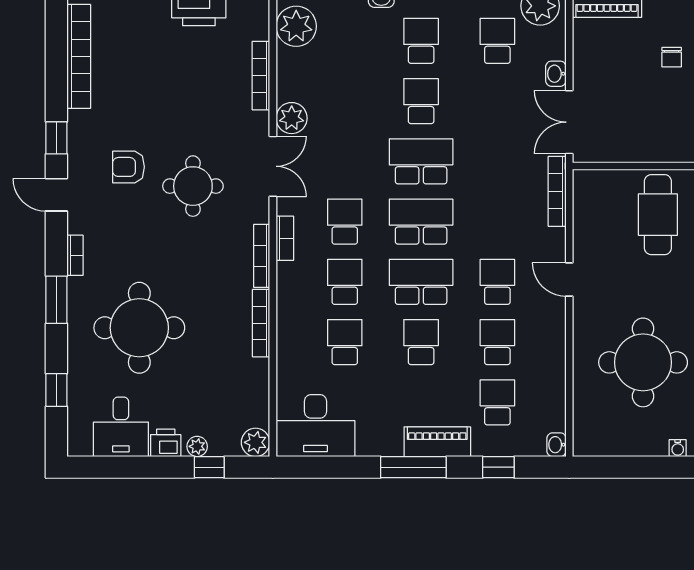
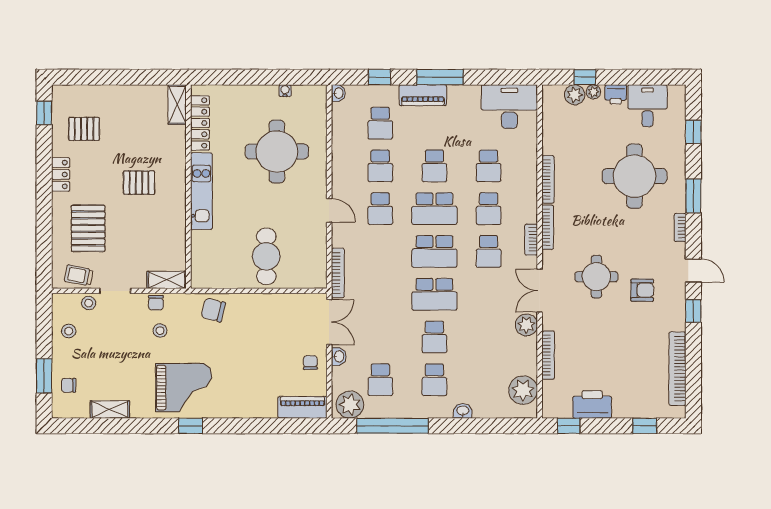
chair: (672, 57) -> (310, 363), moved
plant: (256, 442) -> (575, 95), moved
water cooler: (678, 448) -> (285, 91), moved

